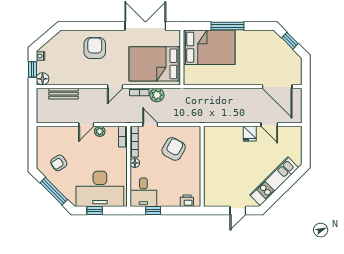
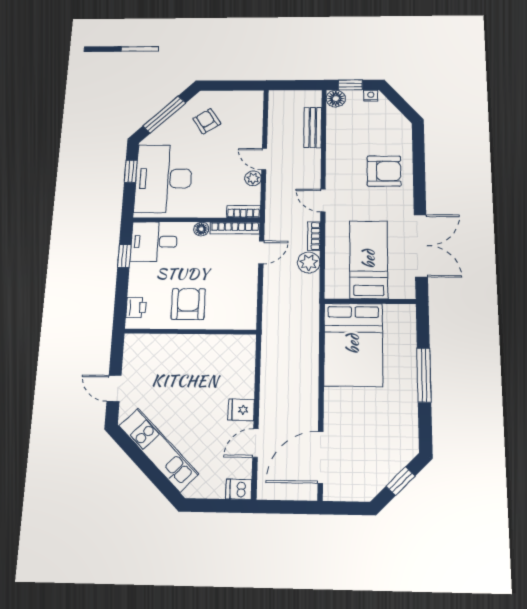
bed: (209, 47) -> (353, 344), moved
bed: (155, 64) -> (369, 259), width x0.67
dishwasher: (296, 133) -> (239, 489), added
armchair: (174, 149) -> (188, 304), moved, turned -119

